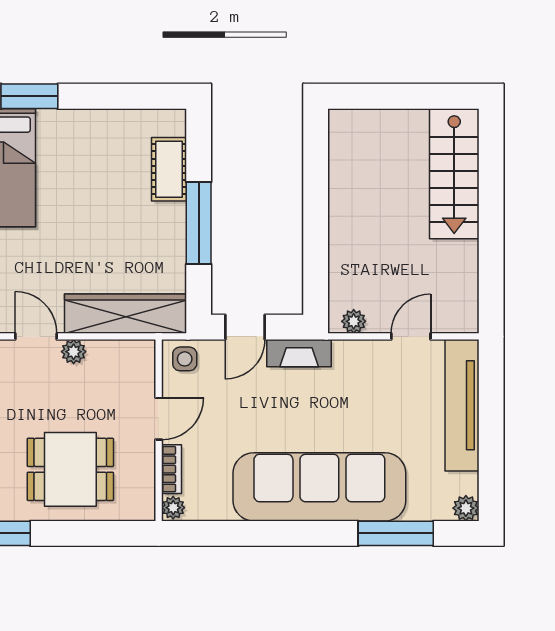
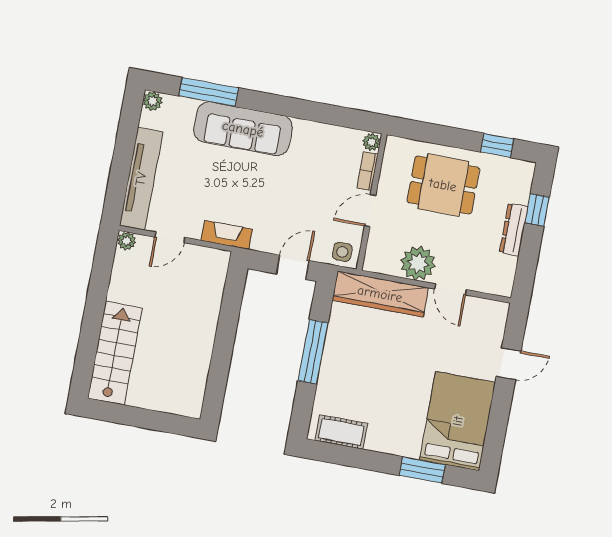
cot: (169, 169) -> (341, 432), moved, turned 90
plant: (354, 321) -> (127, 241), moved
plant: (74, 352) -> (418, 263), width x1.88, depth x1.88
fireplace: (299, 353) -> (227, 235), moved
sofa: (319, 487) -> (243, 129), width x0.74, depth x0.79

